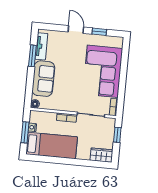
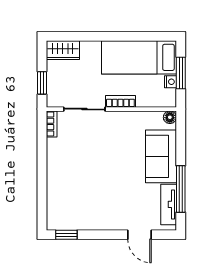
door: (76, 30) -> (139, 235), moved
window: (99, 32) -> (66, 235), moved
window: (32, 56) -> (181, 189), width x1.44
corner sofa: (103, 71) -> (73, 176), removed

